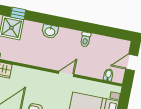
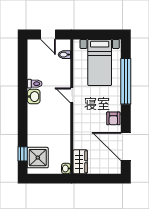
washbasin: (50, 31) -> (34, 97), moved

